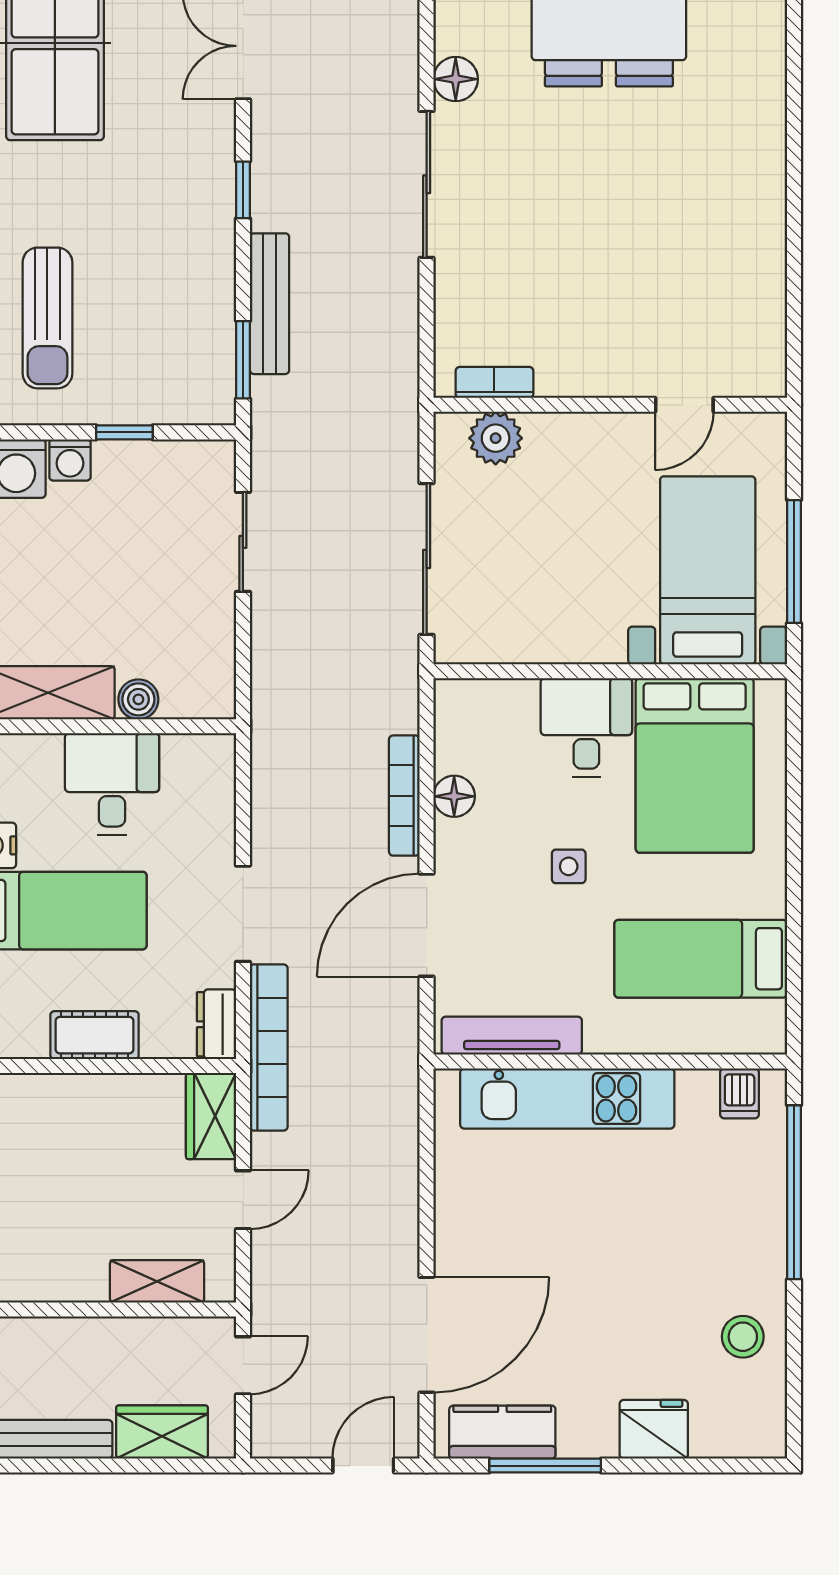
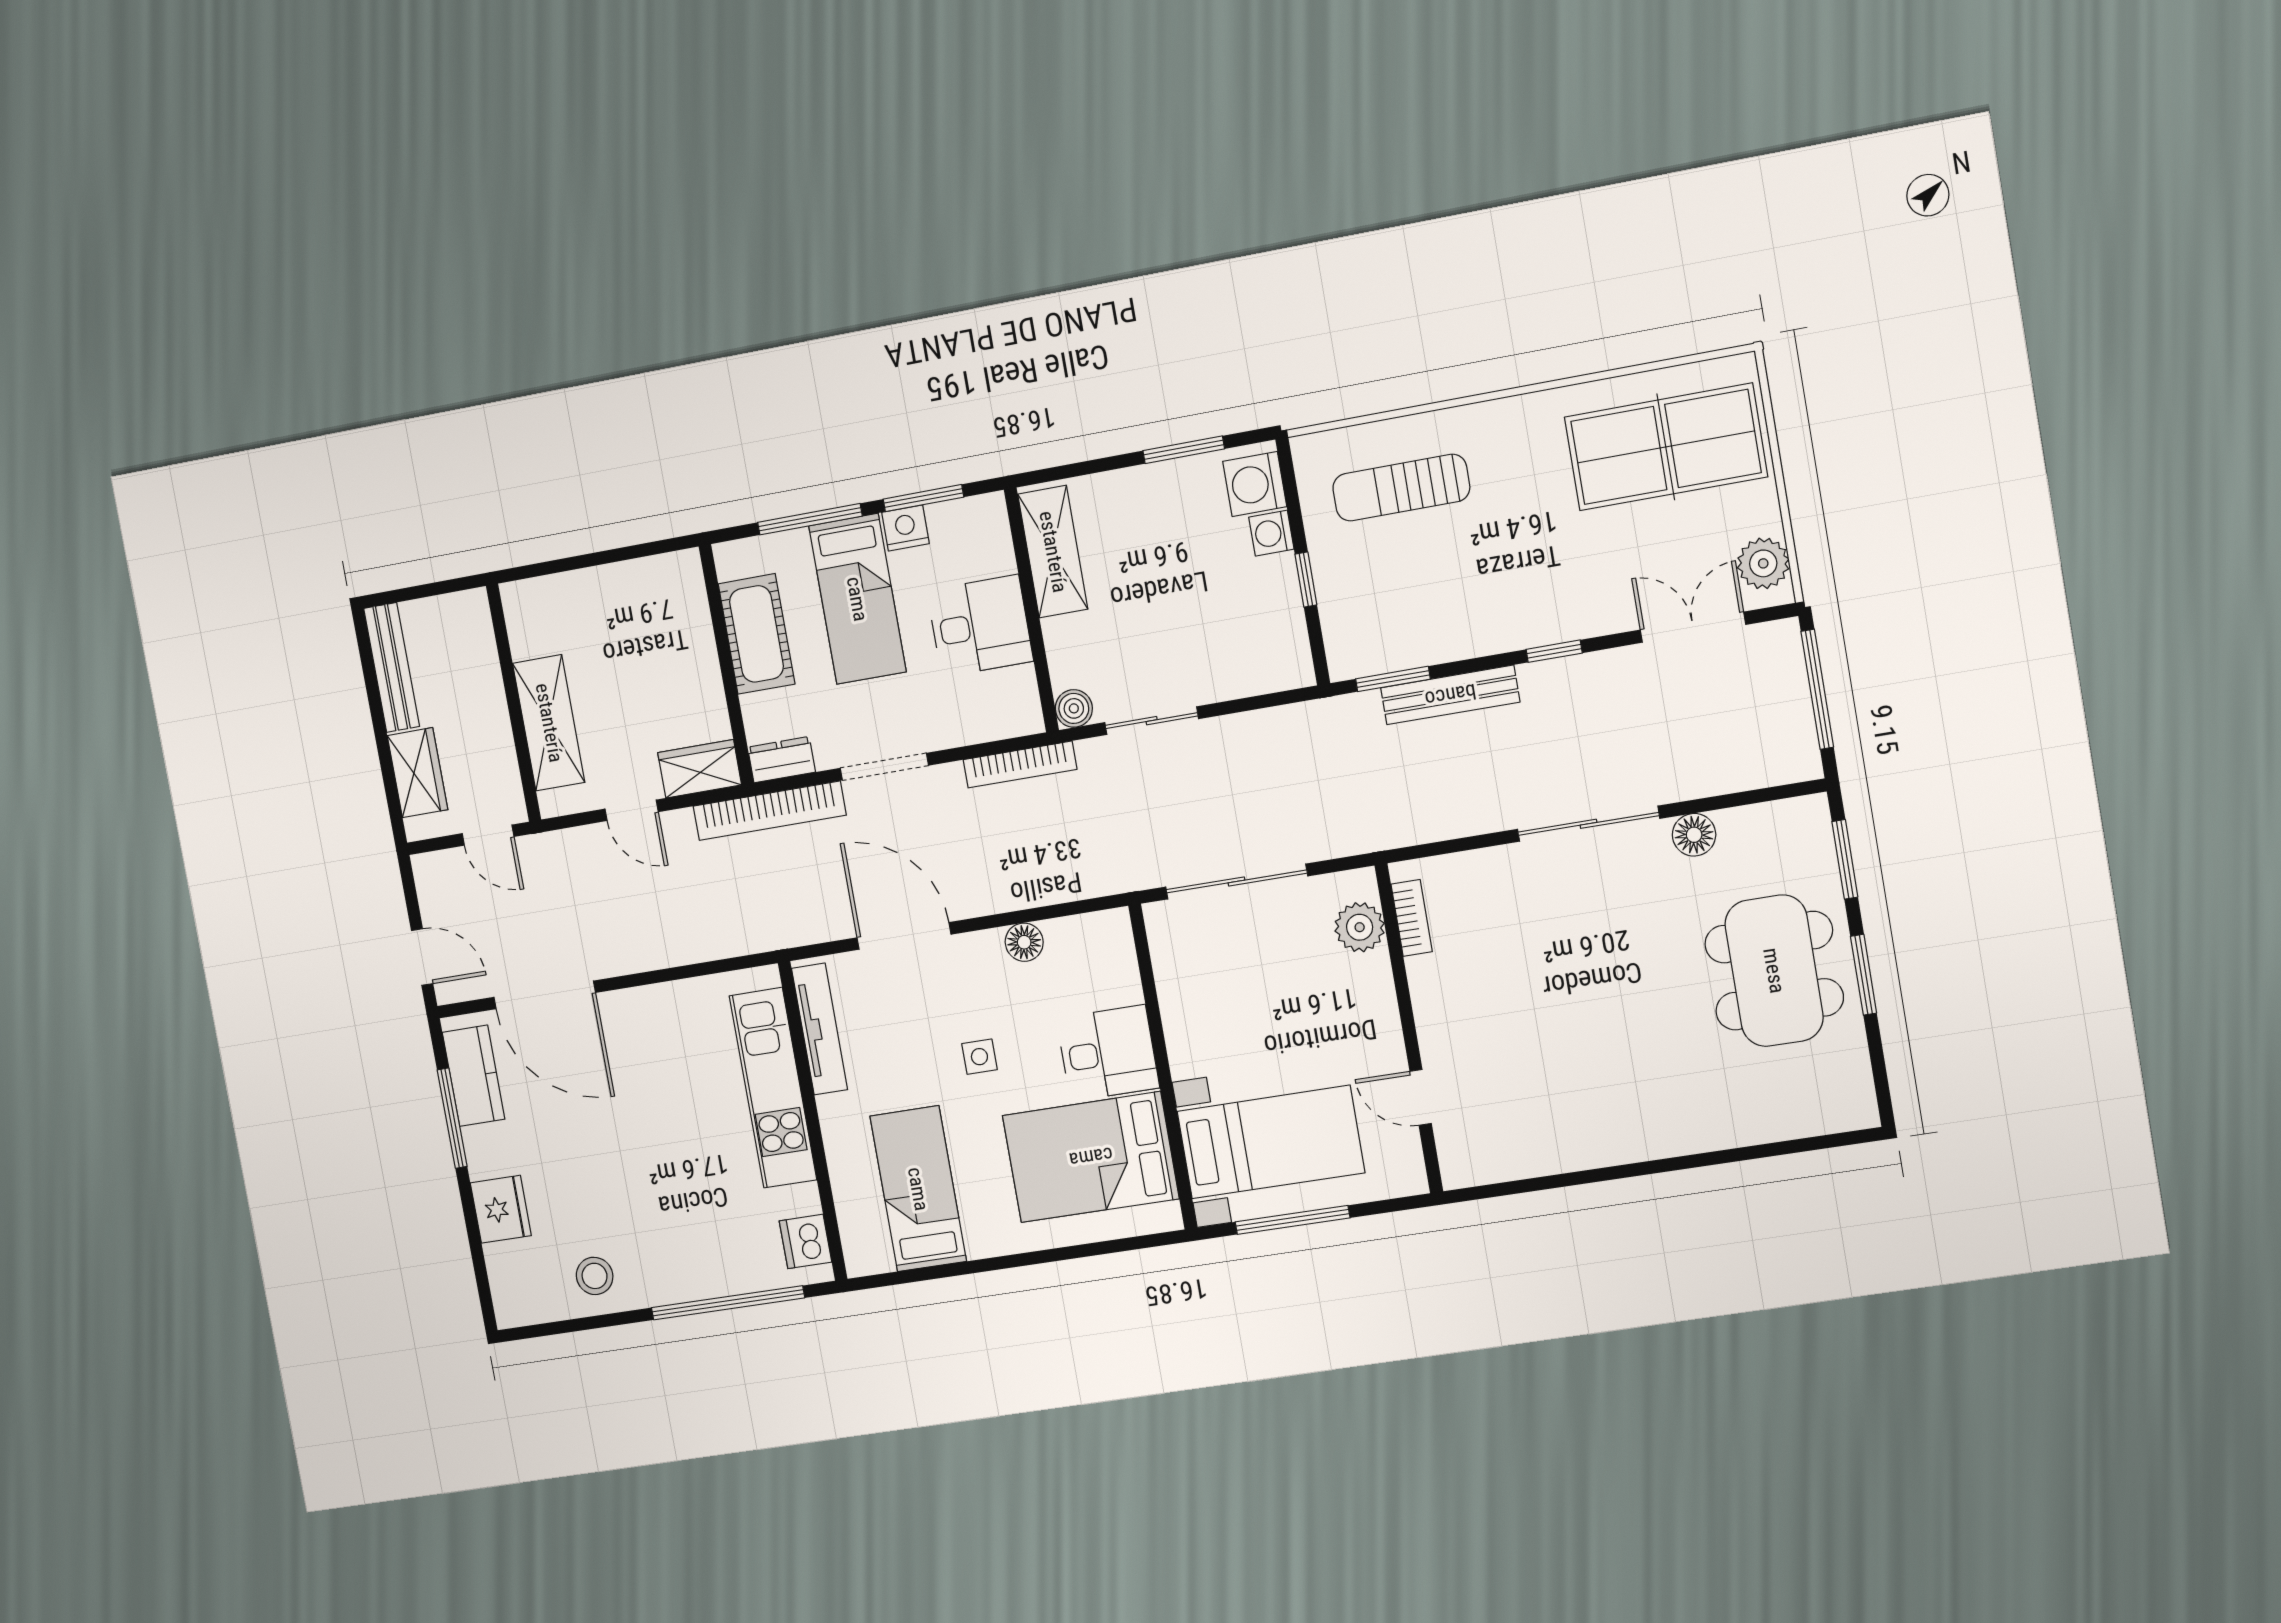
sliding door: (243, 542) -> (1152, 721), moved
boiler: (138, 699) -> (1074, 708), moved
bookcase: (404, 796) -> (1020, 764), moved, turned 180
cot: (95, 1035) -> (757, 634), width x1.37, depth x1.34
dishwasher: (740, 1093) -> (805, 1241), width x1.38
shelving: (157, 1281) -> (549, 723), width x1.50, depth x1.33

